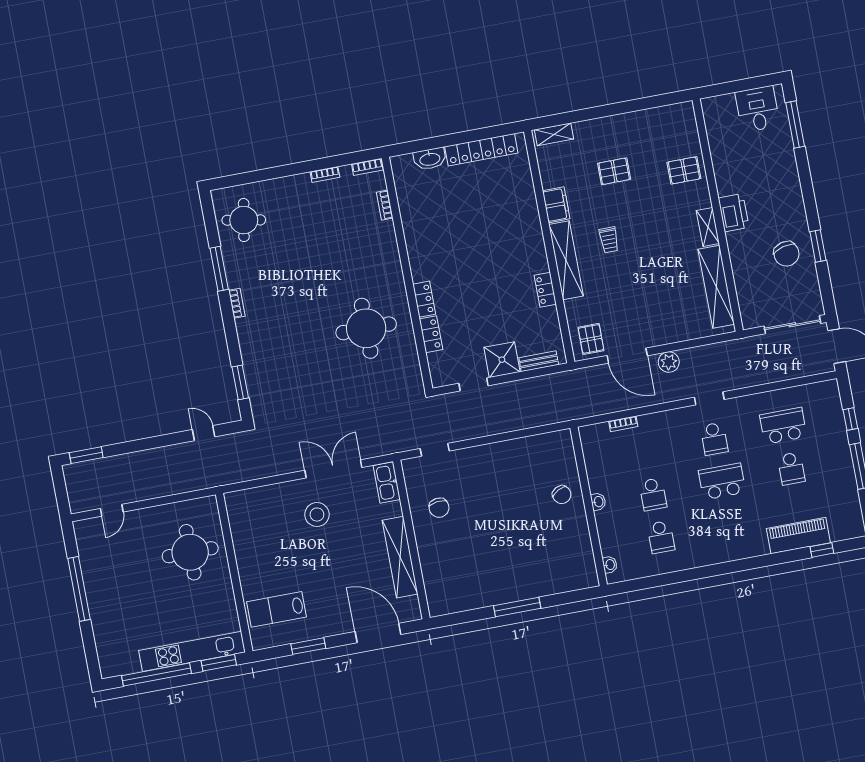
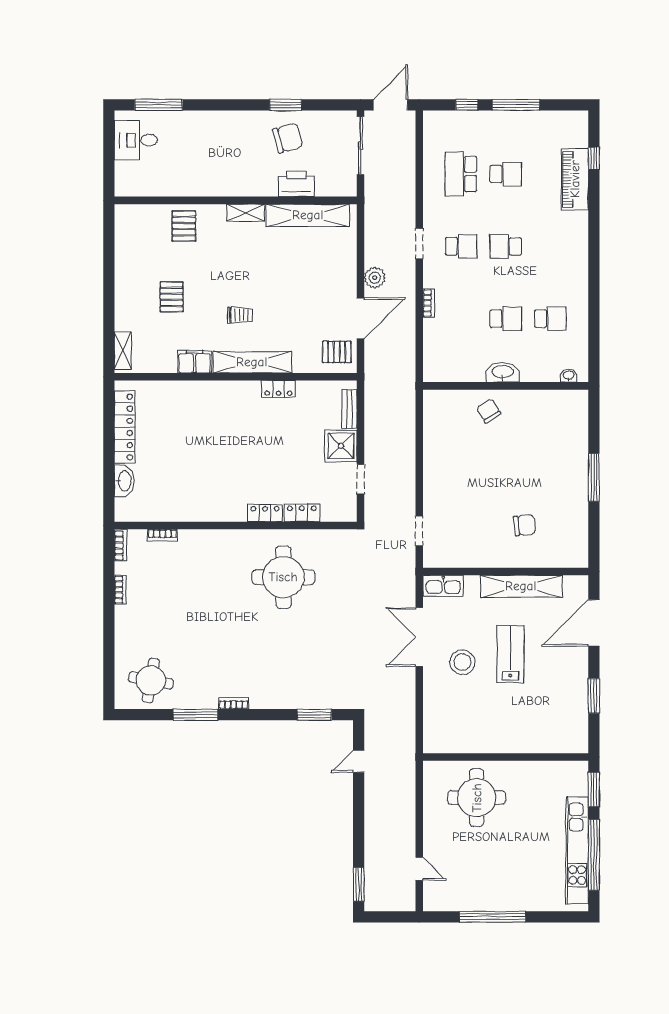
printer: (734, 213) -> (296, 184), moved
bookcase: (623, 424) -> (429, 303), moved
school desk: (722, 481) -> (506, 246), width x0.54
chair: (562, 495) -> (489, 411), turned -94
washbasin: (598, 502) -> (503, 372), width x1.91, depth x1.45
chair: (439, 508) -> (524, 525), moved
lab bench: (277, 609) -> (510, 654), moved, turned 180
kitchen unit: (192, 651) -> (577, 850), moved

